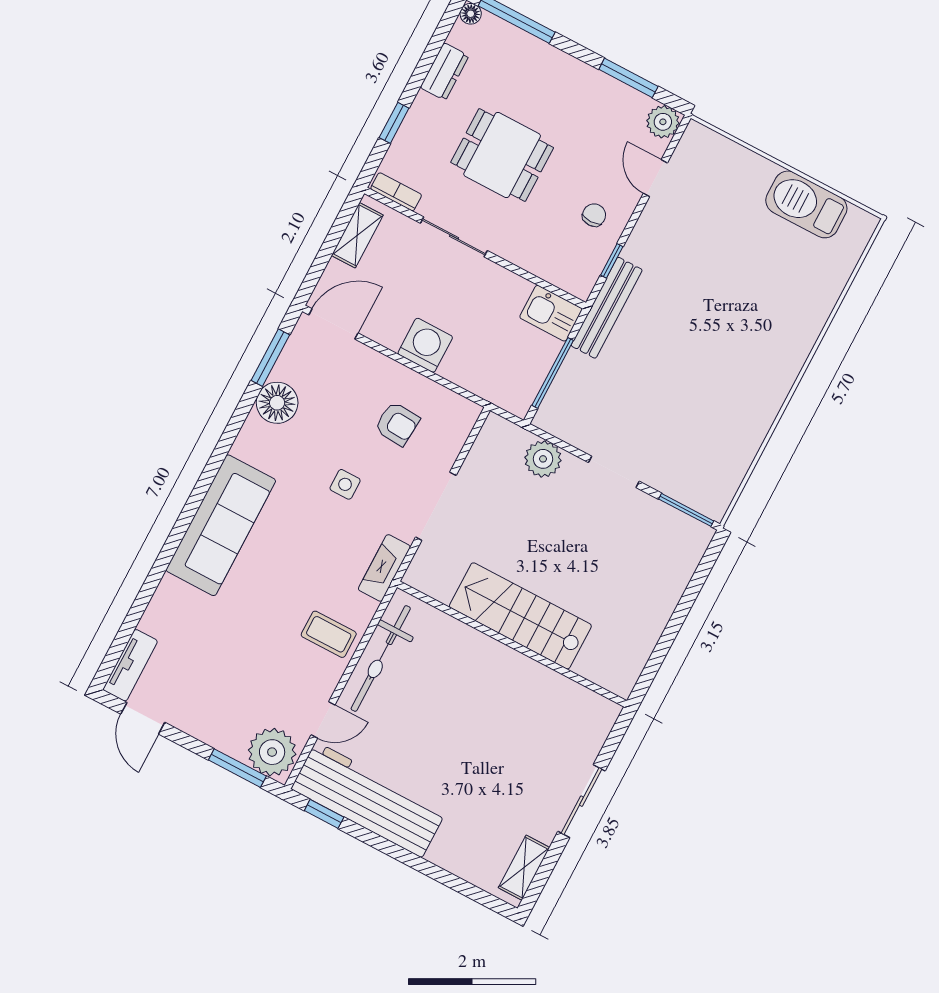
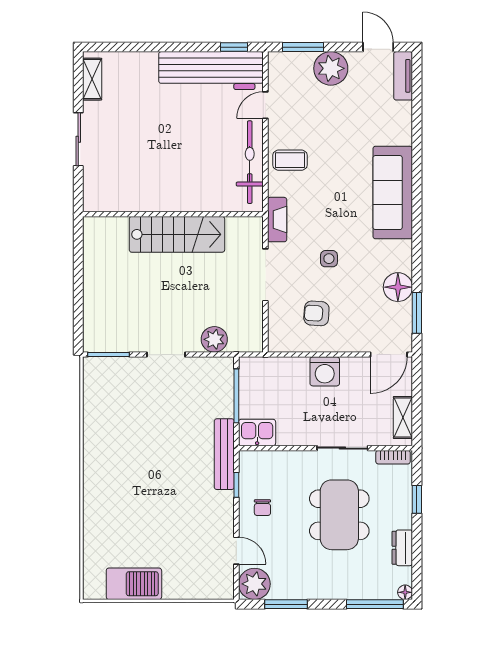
plant: (663, 122) -> (254, 584), width x1.36, depth x1.36
dining table: (502, 155) -> (339, 515), width x1.38
plant: (272, 752) -> (331, 68), moved

